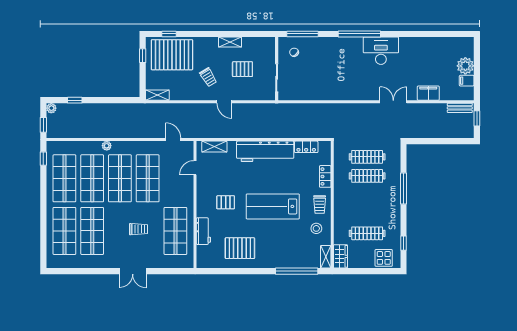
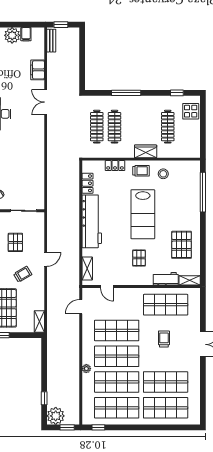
plant: (51, 108) -> (56, 416), width x1.88, depth x1.88
wardrobe: (341, 256) -> (146, 151), moved
shelving: (326, 257) -> (190, 280), moved

